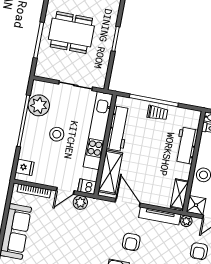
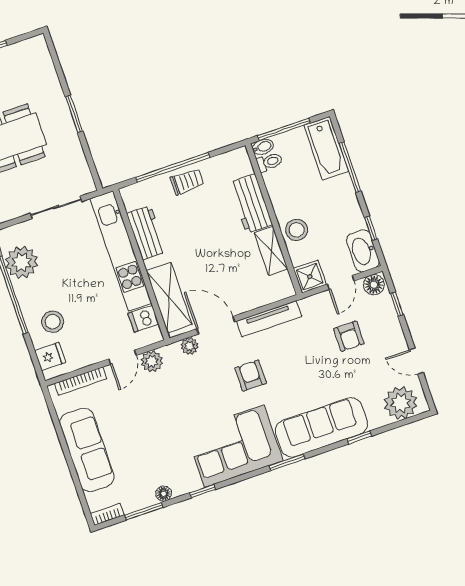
workbench: (118, 129) -> (147, 233), width x0.73
stool: (57, 134) -> (53, 322), moved
dishwasher: (87, 187) -> (143, 319), moved
shelving: (179, 194) -> (271, 251), moved
plant: (186, 221) -> (190, 346), moved
armchair: (131, 242) -> (251, 376), turned 180

